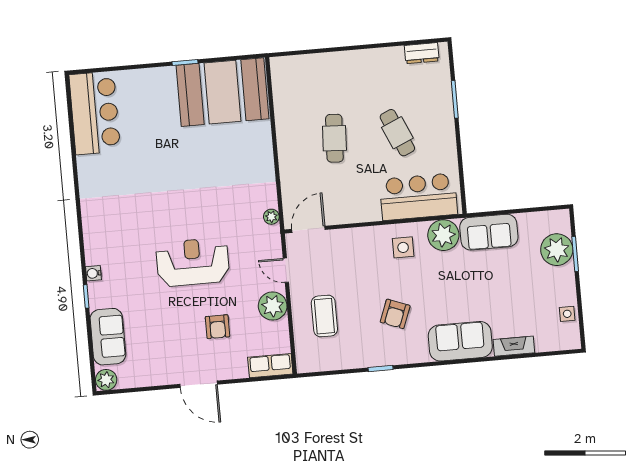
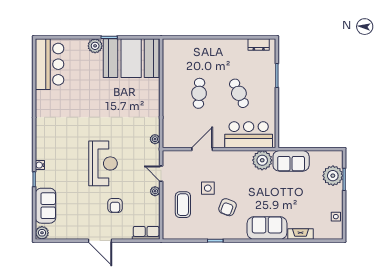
plant: (164, 78) -> (95, 46), added
door: (308, 229) -> (202, 149), moved
side table: (403, 247) -> (208, 188), moved
reception desk: (193, 262) -> (103, 163), turned 90
plant: (273, 306) -> (155, 191), width x0.53, depth x0.53

